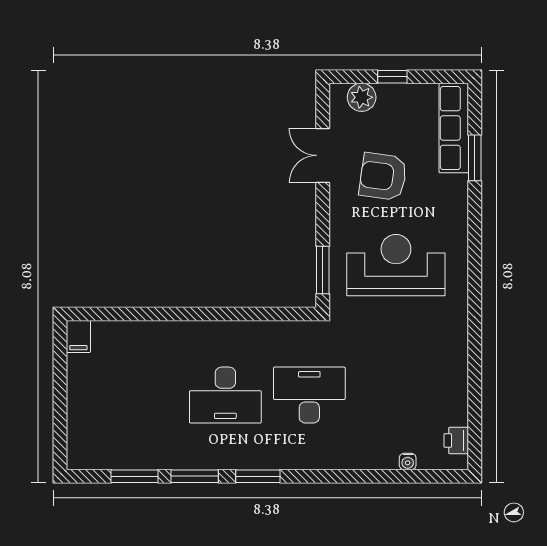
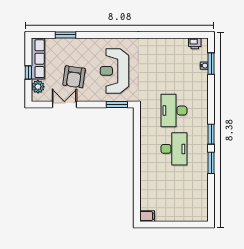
row of seats: (454, 128) -> (38, 59), moved, turned -90
double door: (323, 155) -> (64, 104), swing flipped
window: (135, 476) -> (211, 64), moved

